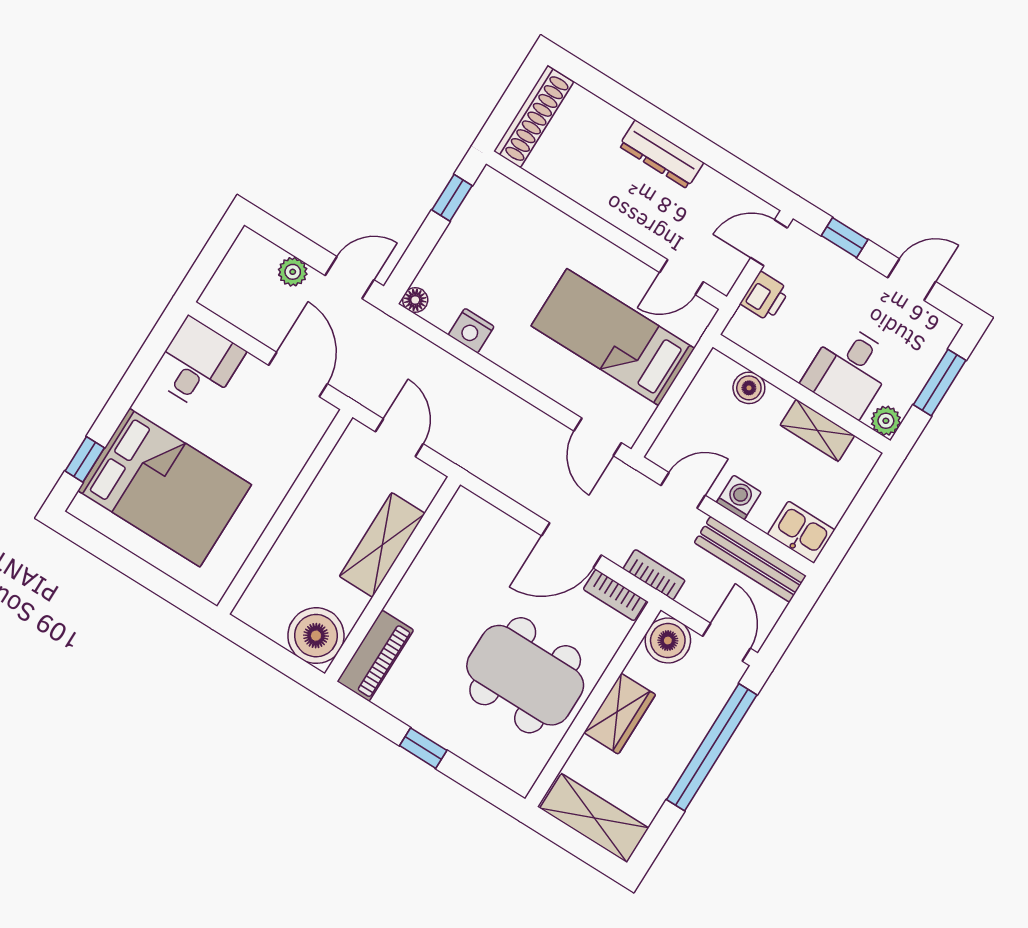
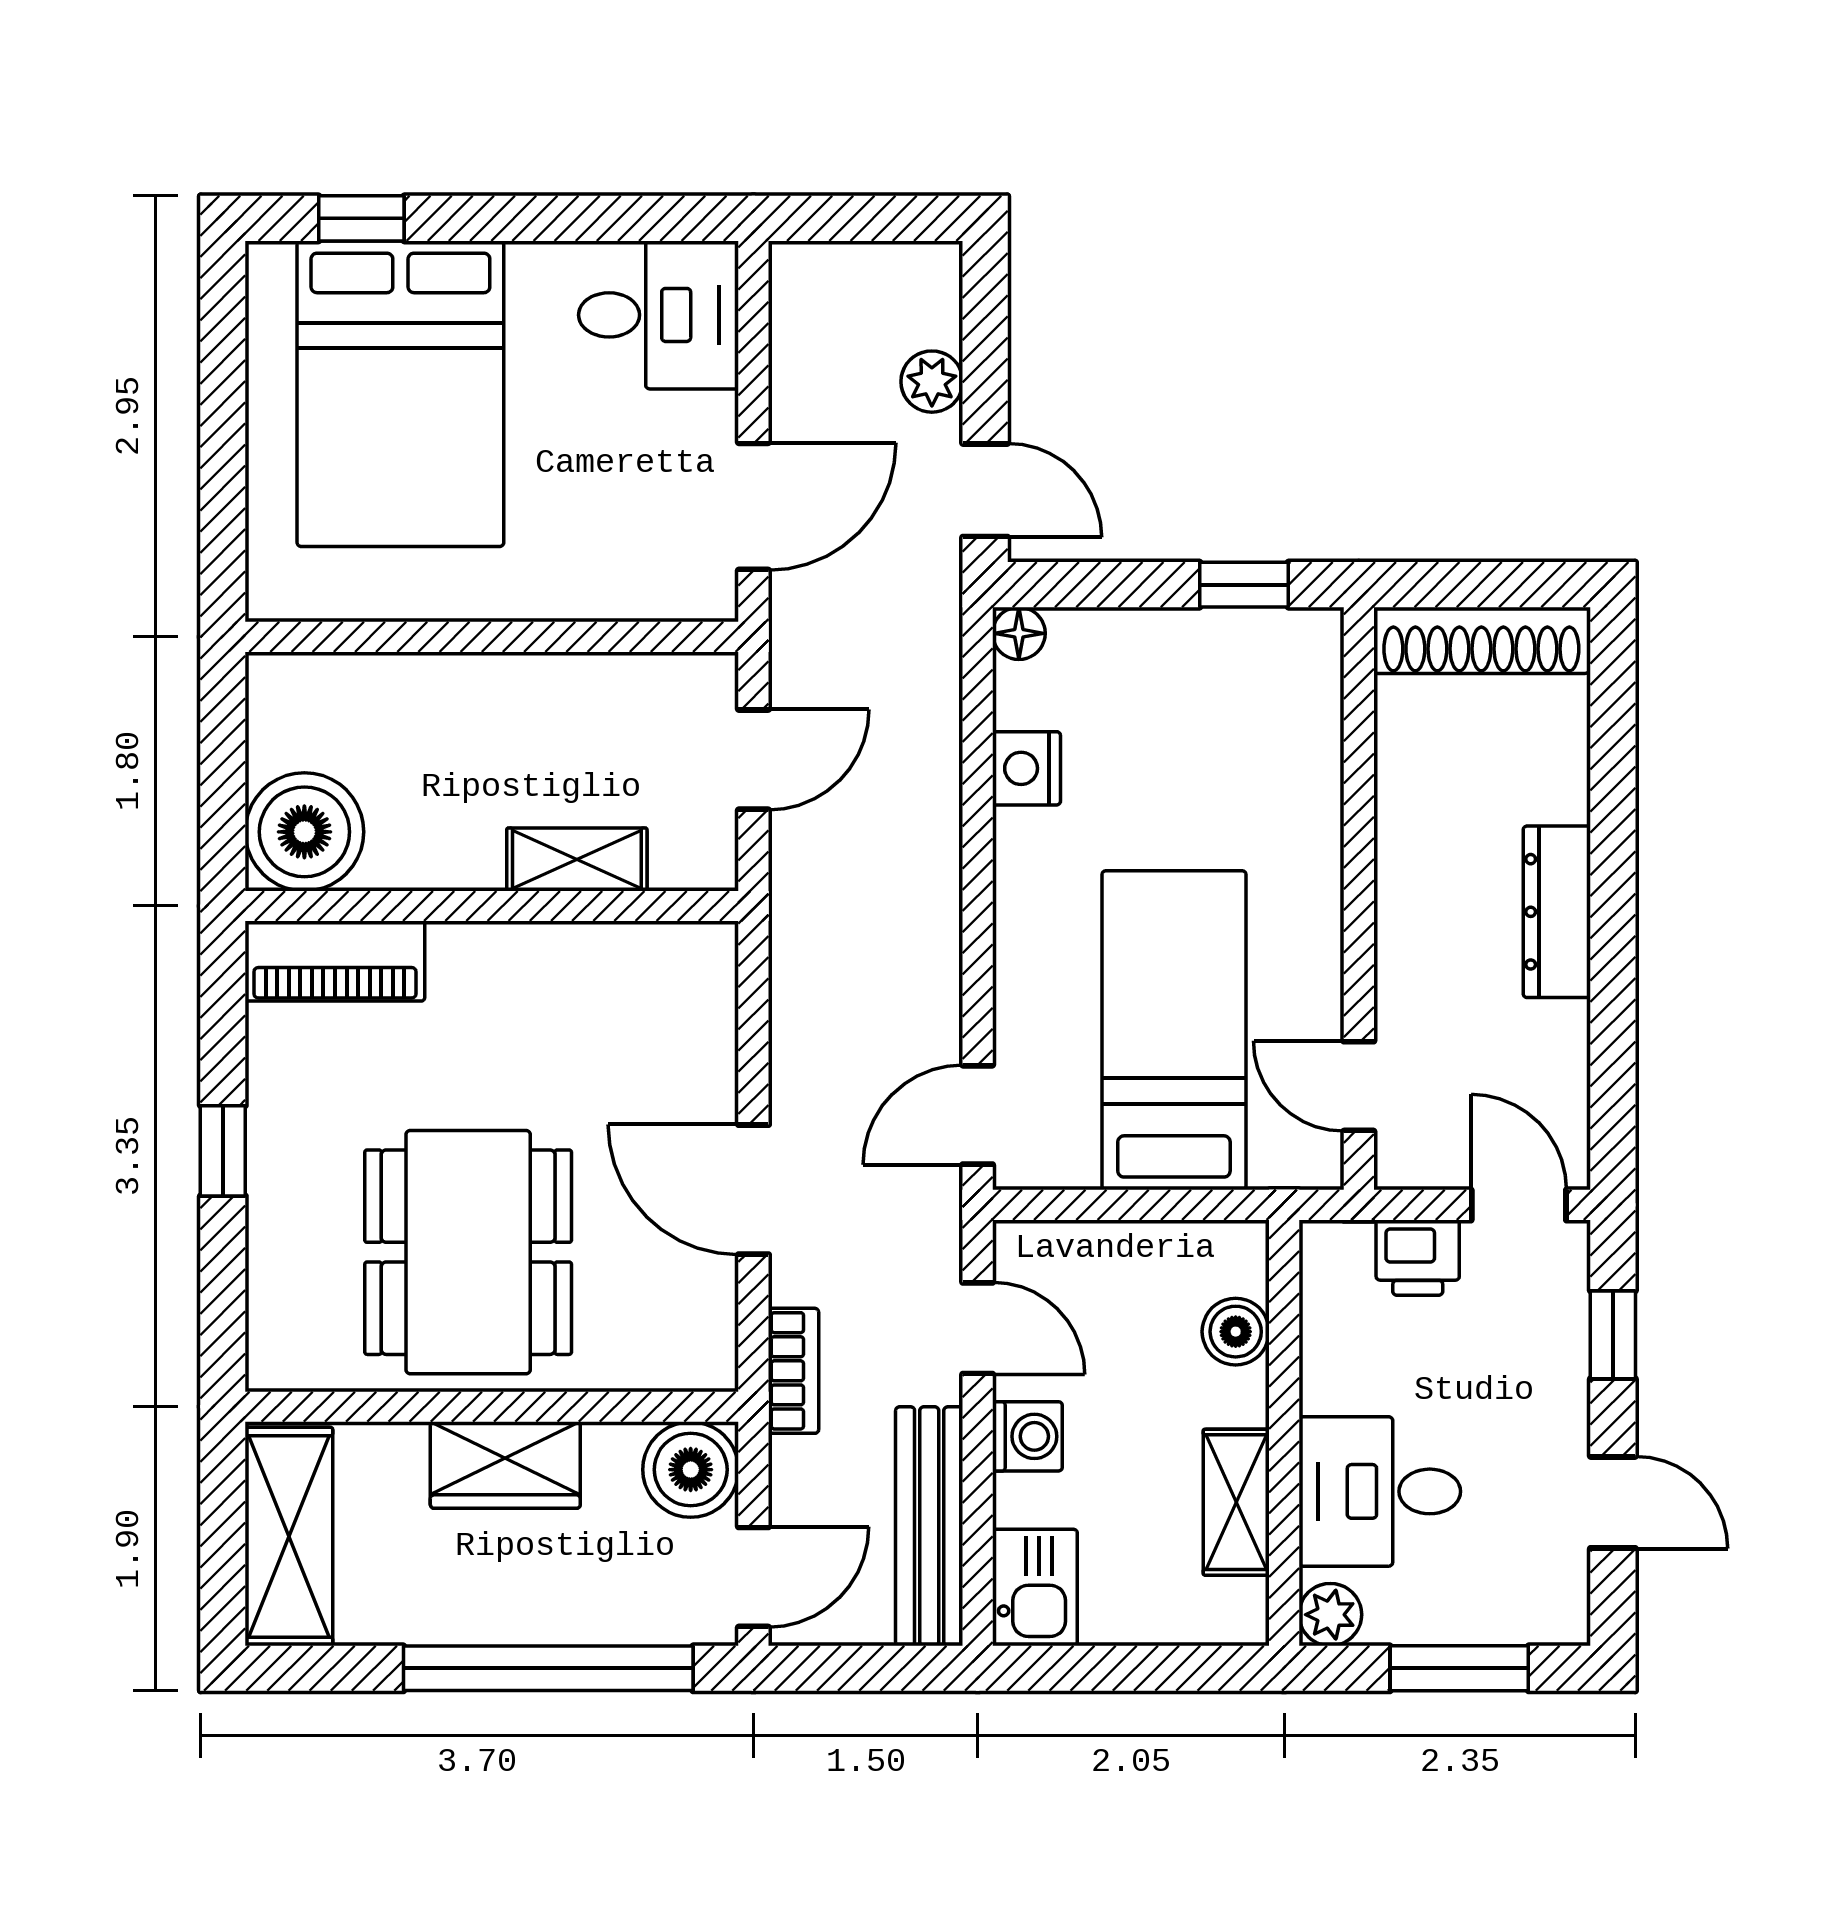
shelving: (382, 545) -> (577, 860), width x0.67, depth x0.75
bookcase: (615, 595) -> (713, 1324), removed

